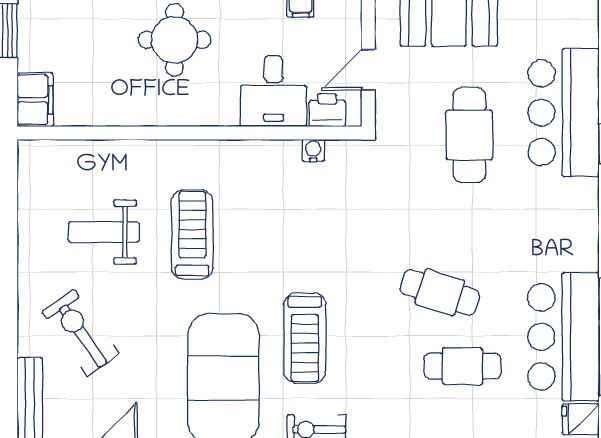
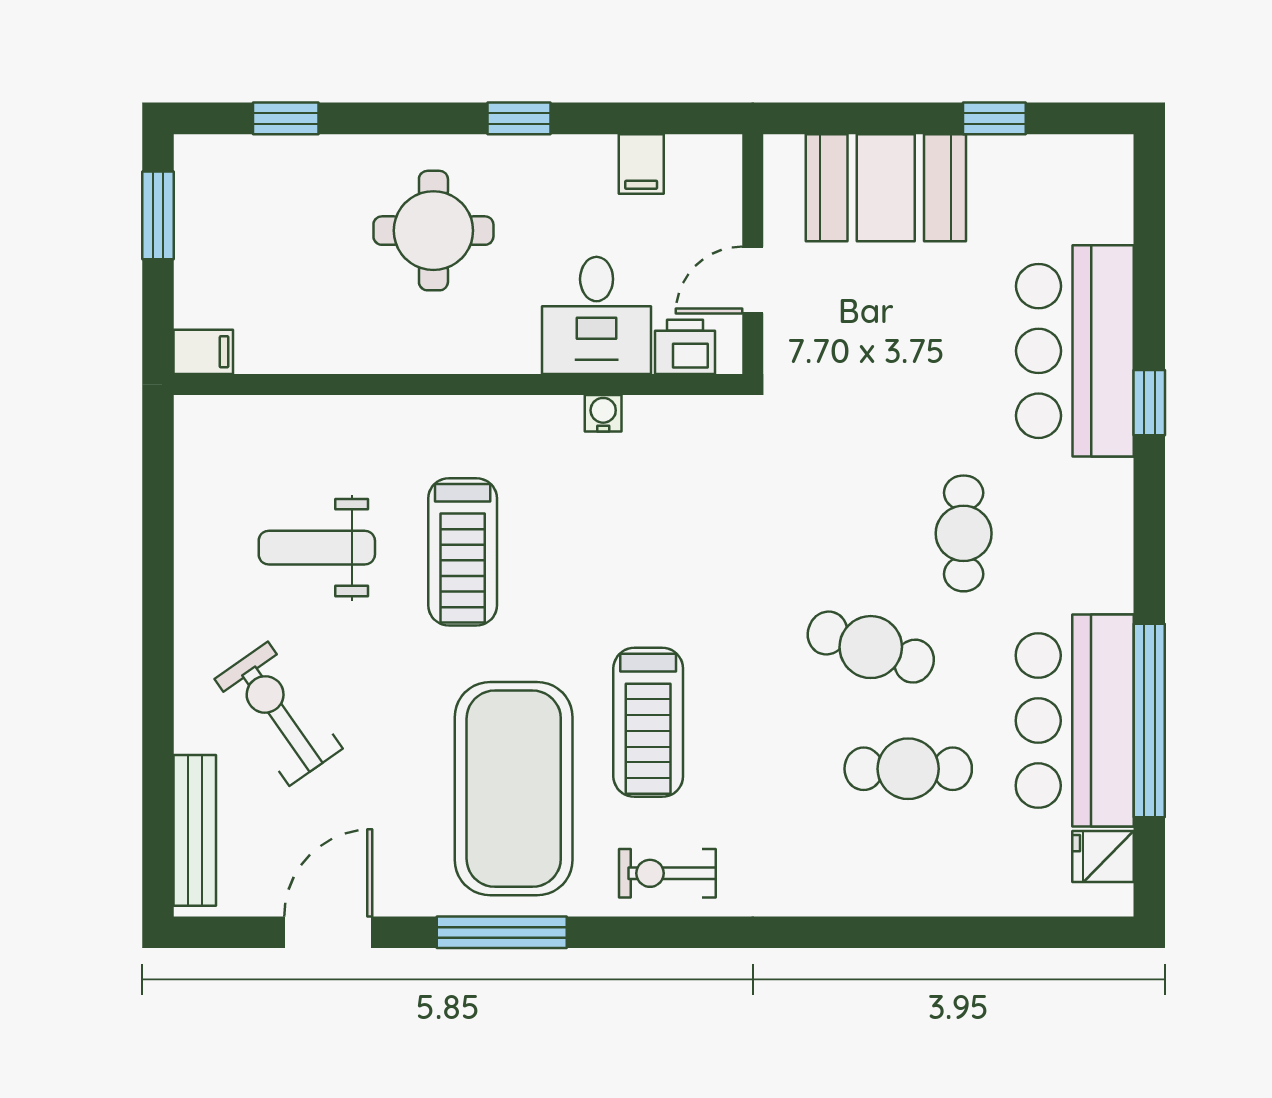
filing cabinet: (35, 100) -> (203, 352), width x0.50
cafe table: (469, 135) -> (964, 533), moved, width x0.73, depth x0.74
water cooler: (313, 150) -> (603, 413), moved
treadmill: (192, 235) -> (463, 552), turned 180

